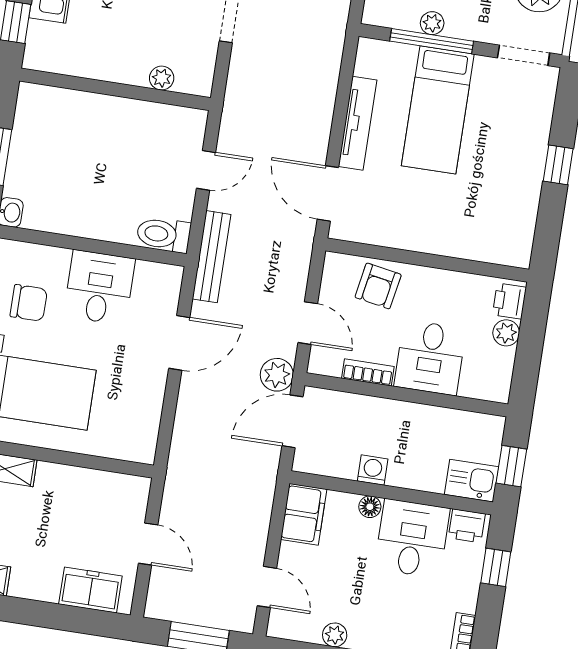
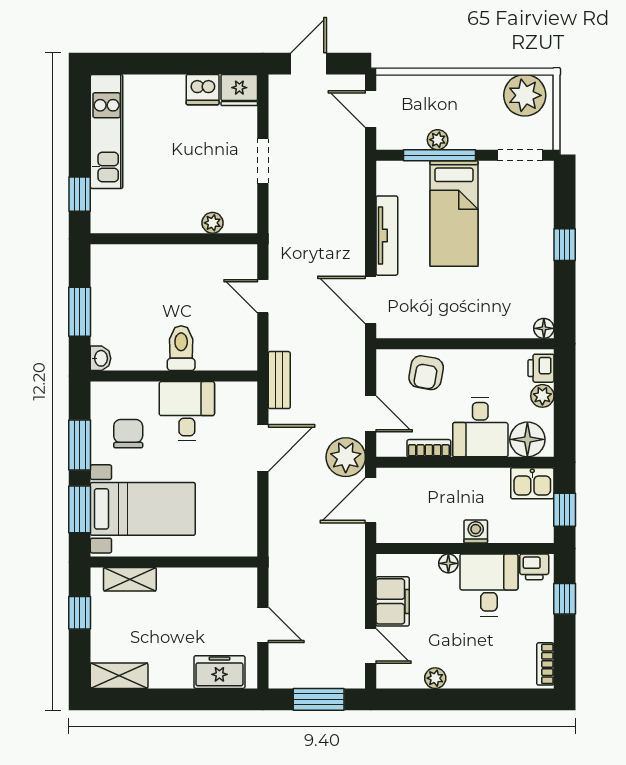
door: (206, 170) -> (263, 296), swing flipped
toilet: (164, 235) -> (181, 348), moved, turned 90
floor lamp: (520, 256) -> (544, 328), added
bench: (212, 257) -> (279, 380), width x0.73
chair: (29, 303) -> (128, 434), turned -90
plant: (277, 375) -> (346, 457), width x1.36, depth x1.36
floor lamp: (482, 380) -> (527, 439), added
washing machine: (373, 470) -> (476, 531), moved
kitchen sink: (472, 481) -> (532, 483), moved, turned 180
filing cabinet: (304, 514) -> (393, 601), moved

